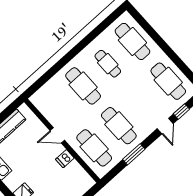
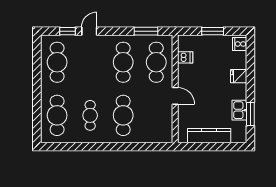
window: (134, 154) -> (146, 31), moved
dishwasher: (65, 159) -> (185, 57), moved

